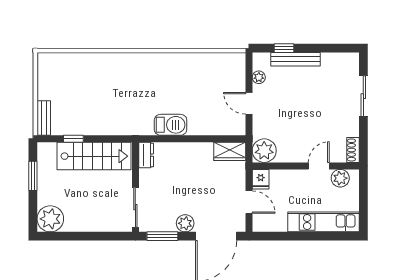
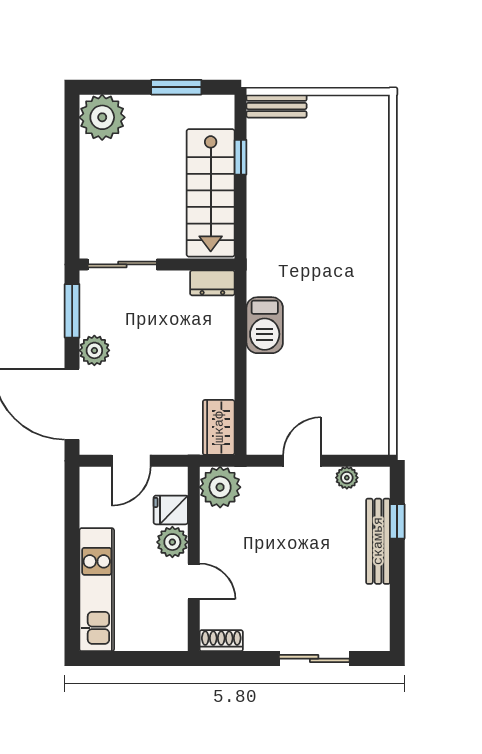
plant: (340, 178) -> (172, 542), moved
fridge: (261, 179) -> (171, 510), moved

